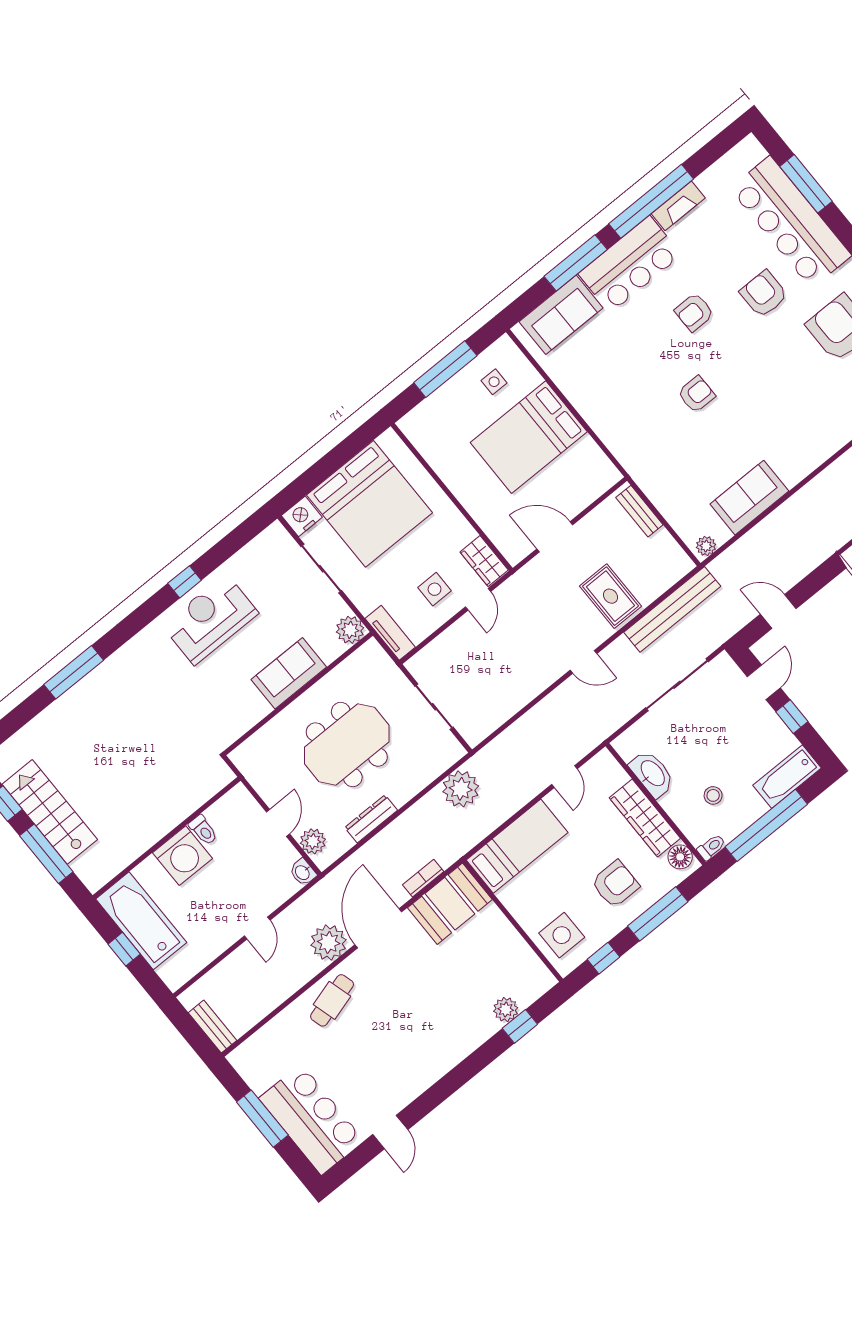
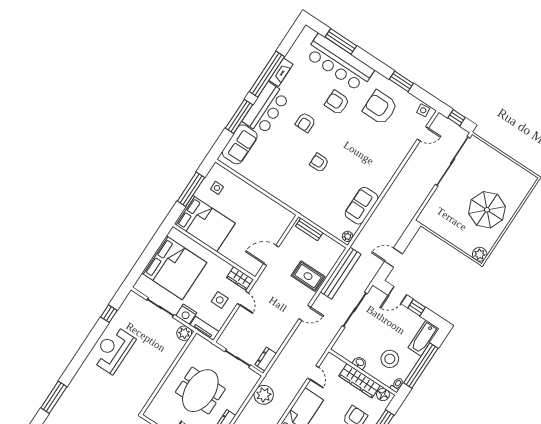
armchair: (696, 394) -> (319, 163), turned -90
bed: (529, 437) -> (205, 224), moved, turned -90
nightstand: (302, 516) -> (186, 314), moved, turned -90
window: (185, 582) -> (109, 314), moved
sofa: (289, 673) -> (161, 364), removed
door: (764, 682) -> (397, 295), swing flipped
dresser: (485, 724) -> (266, 359), added
washbasin: (652, 774) -> (360, 363), width x0.52, depth x0.69
stool: (713, 795) -> (390, 359), width x1.89, depth x1.89

